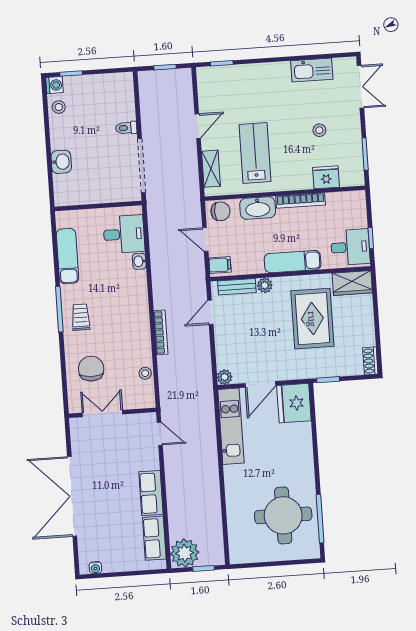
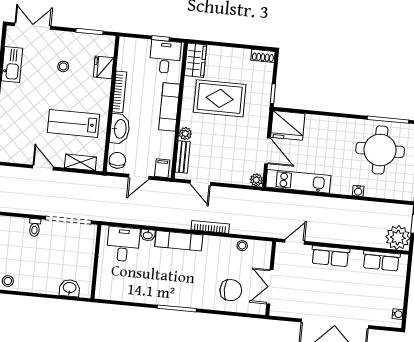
washbasin: (61, 162) -> (70, 288), moved
exam couch: (68, 256) -> (179, 241), moved, turned 180
trolley: (81, 317) -> (186, 292), removed
chair: (91, 369) -> (231, 290), turned 180
row of seats: (151, 493) -> (330, 256), moved
water cooler: (231, 498) -> (358, 191), added

